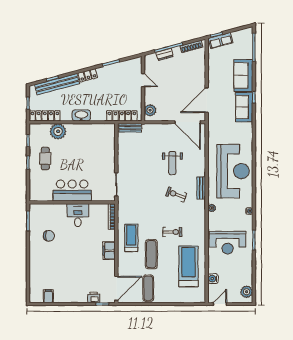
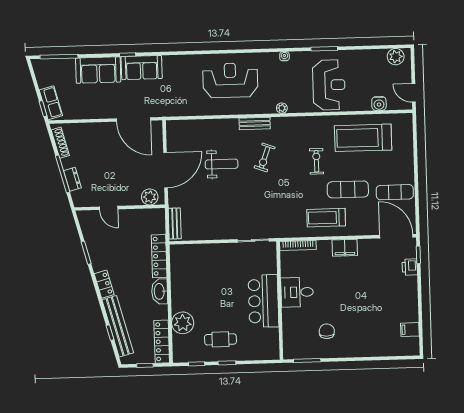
door: (143, 80) -> (109, 208), swing flipped
locker: (122, 116) -> (159, 256), moved
door: (188, 122) -> (165, 170), moved
reception desk: (233, 171) -> (230, 80), width x0.74, depth x0.77

